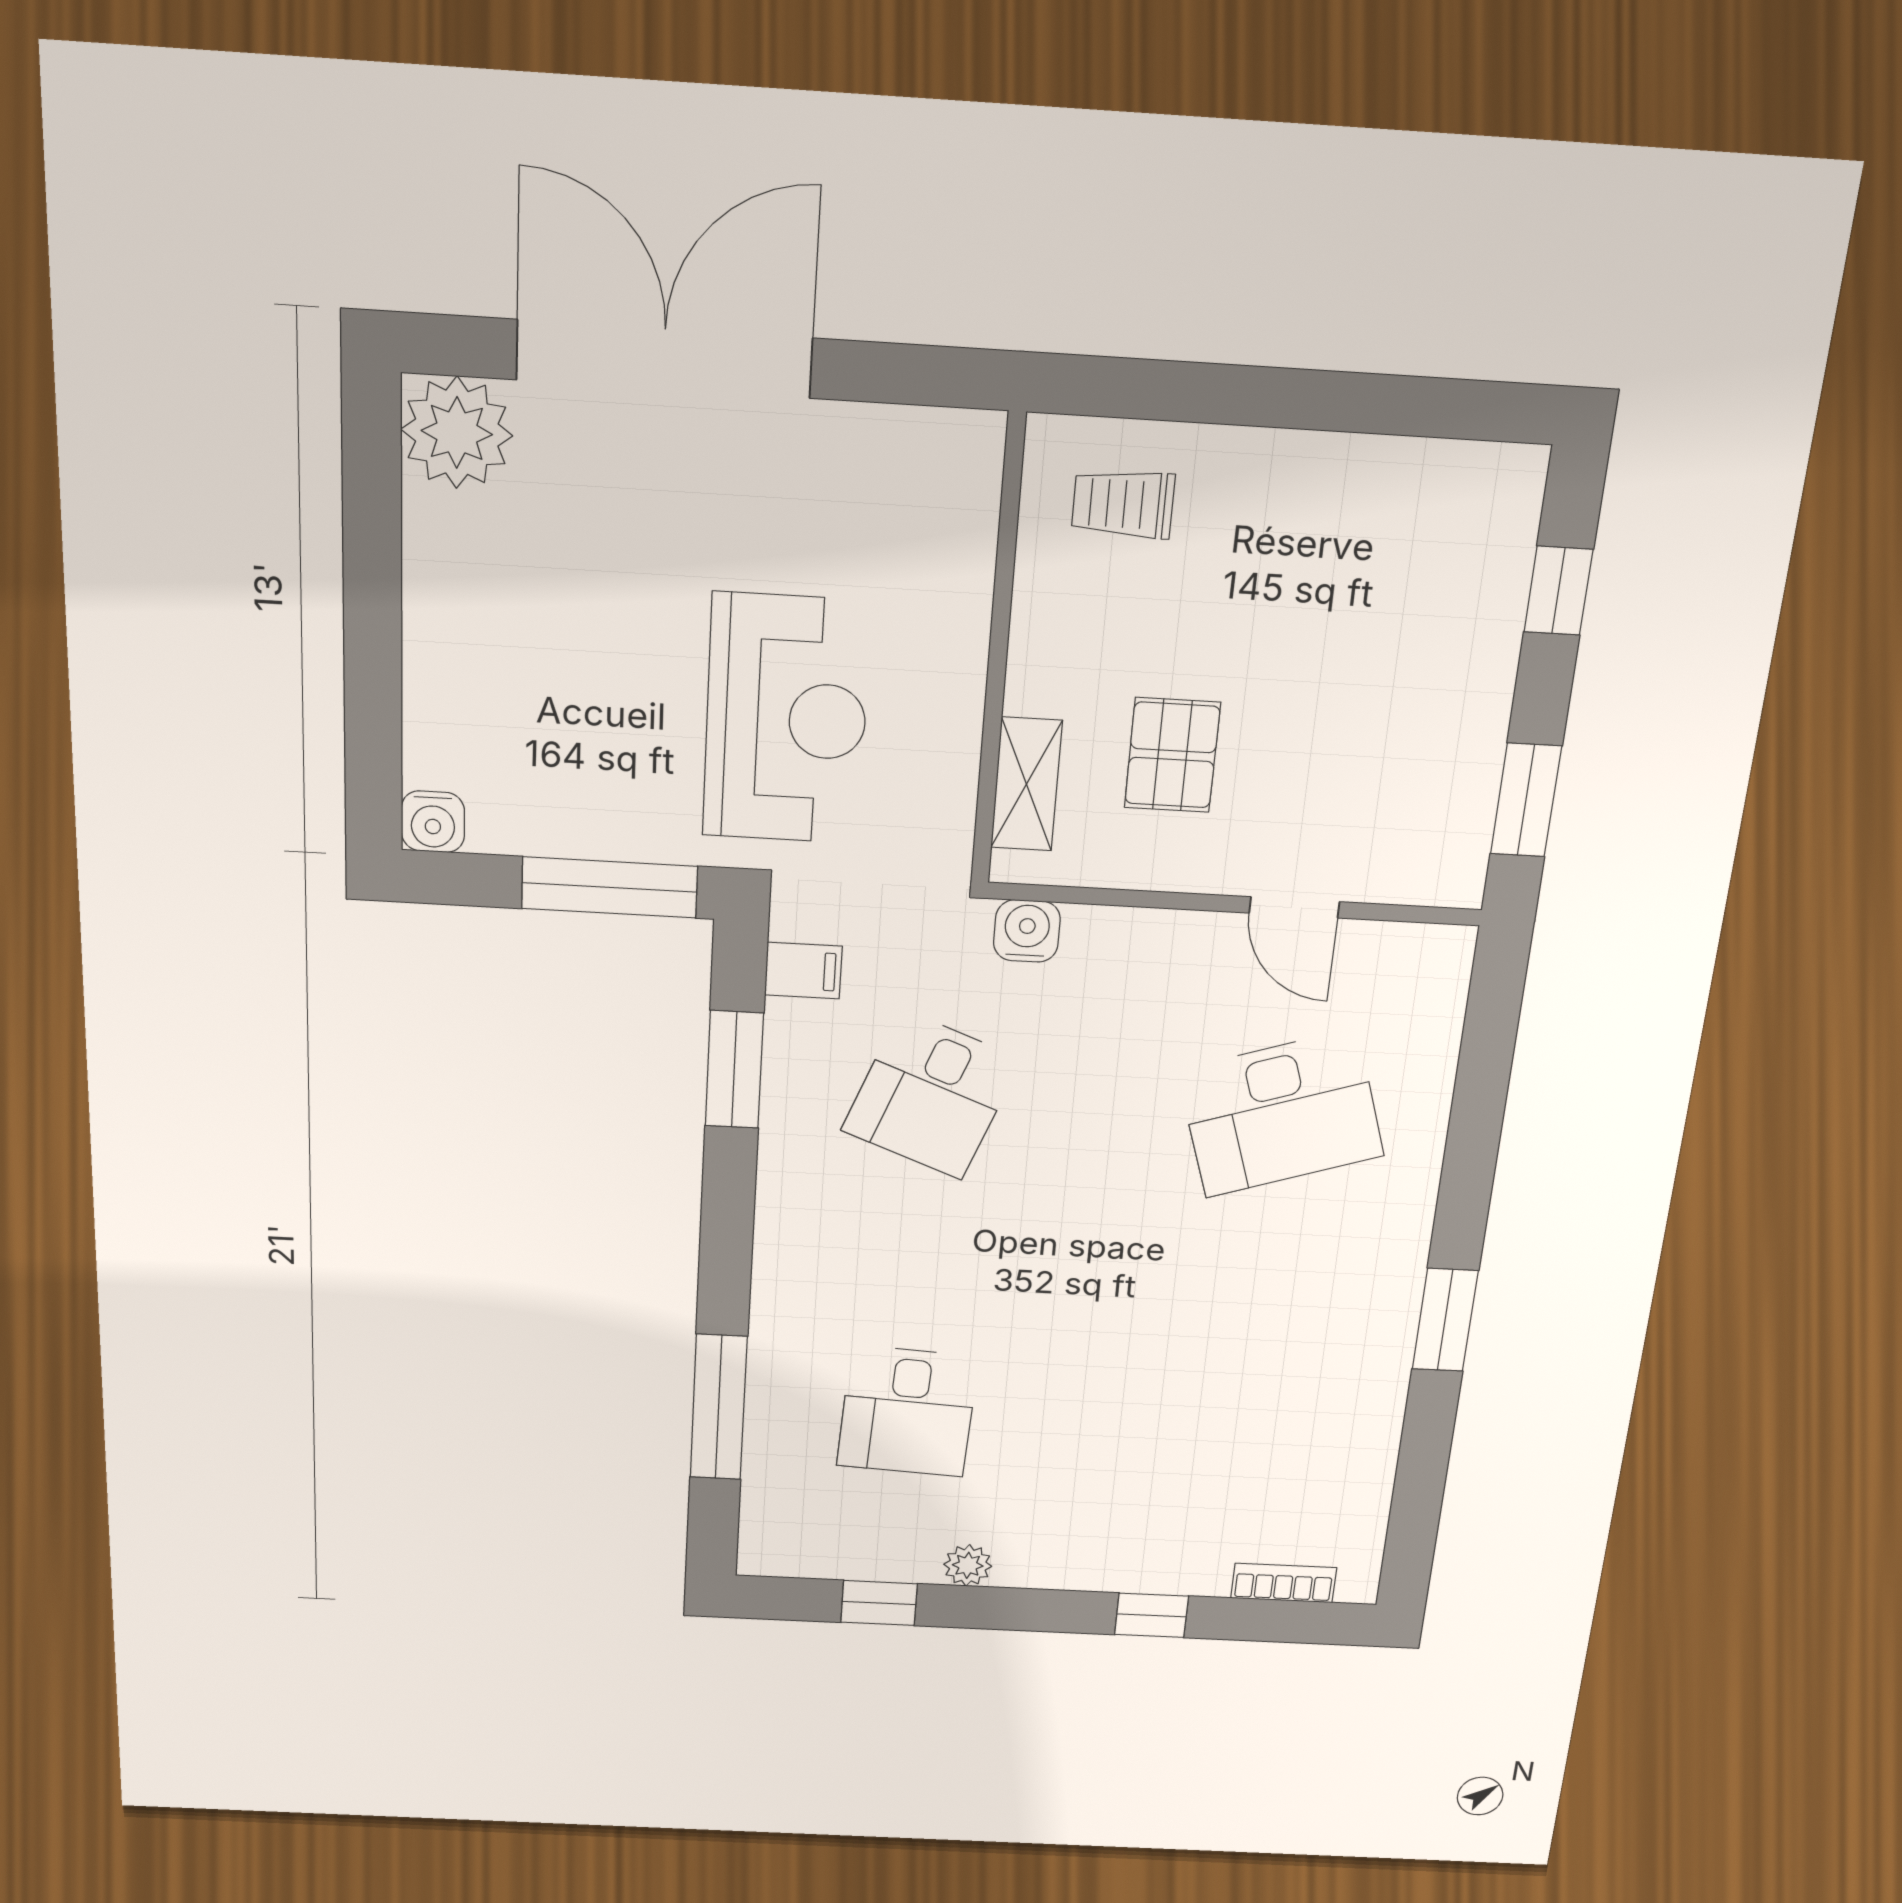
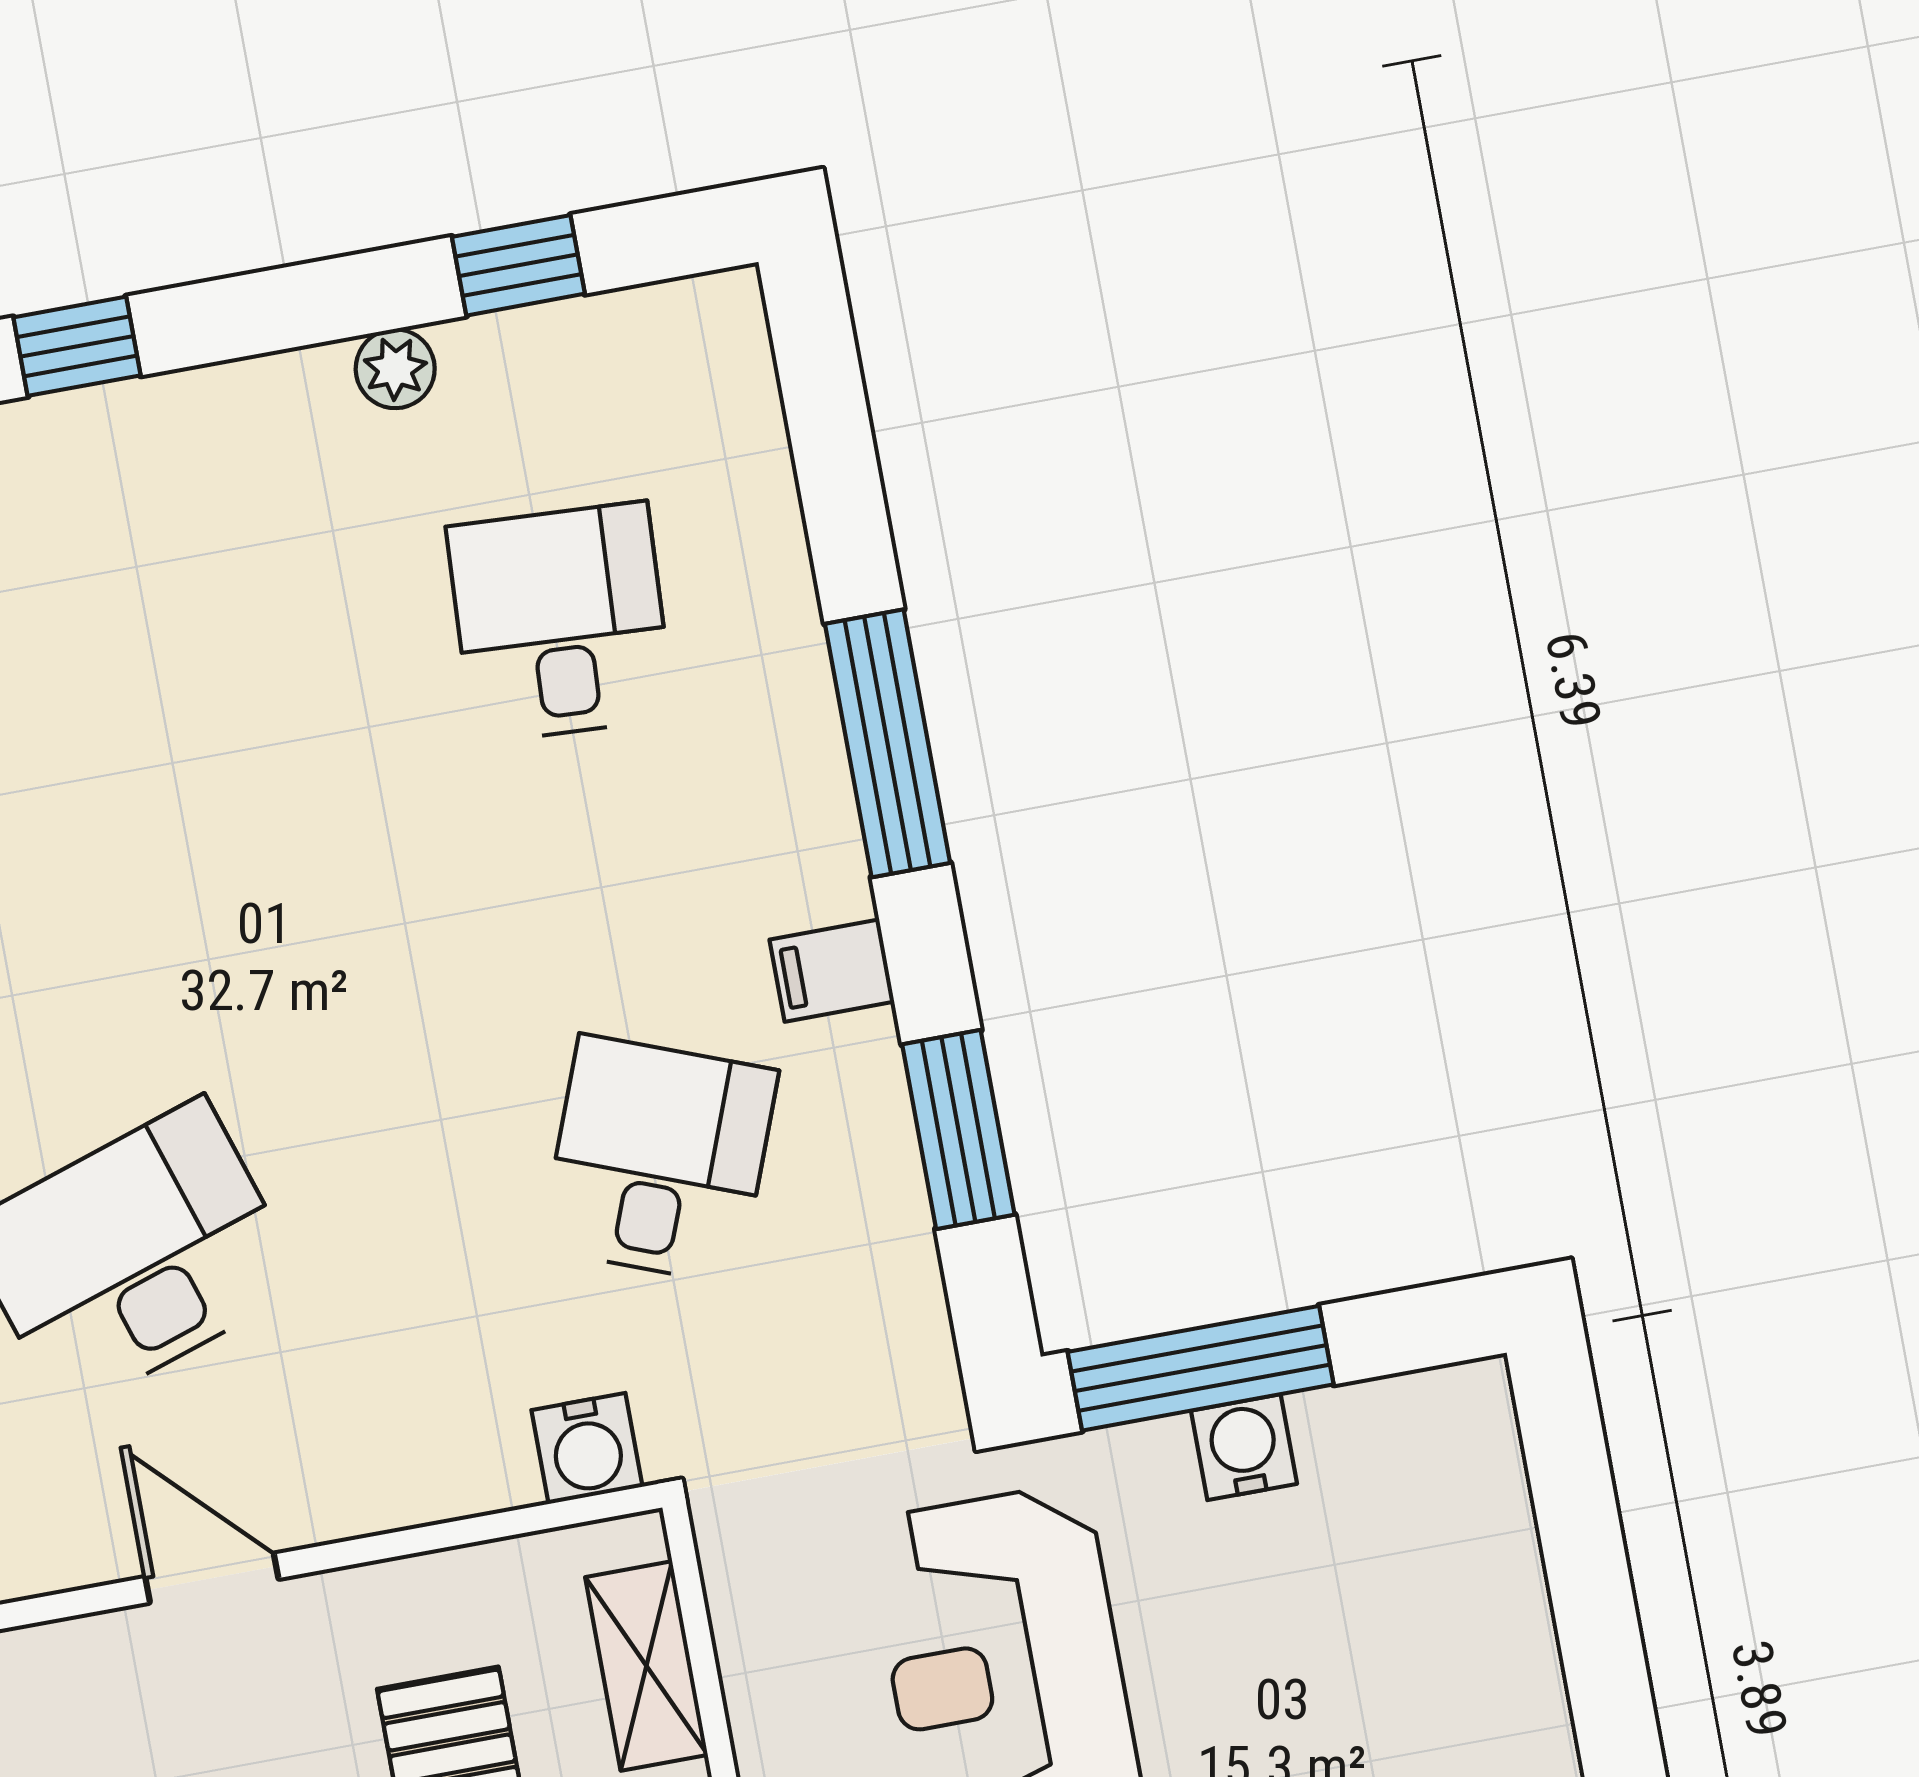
water cooler: (433, 822) -> (1244, 1447), moved
filing cabinet: (803, 971) -> (832, 971), moved
window: (719, 1407) -> (888, 743), moved

